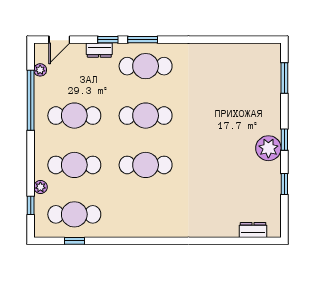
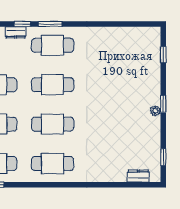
window: (284, 78) -> (163, 55), width x0.67
plant: (268, 148) -> (155, 111), width x0.53, depth x0.53
window: (284, 184) -> (163, 157), moved
cafe table: (146, 214) -> (53, 164), added

